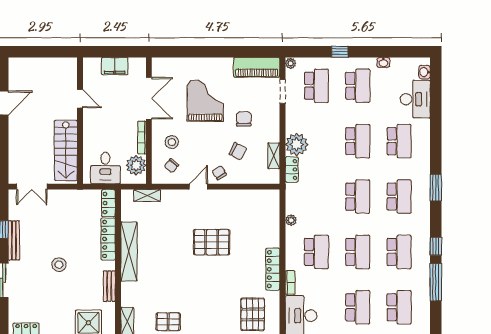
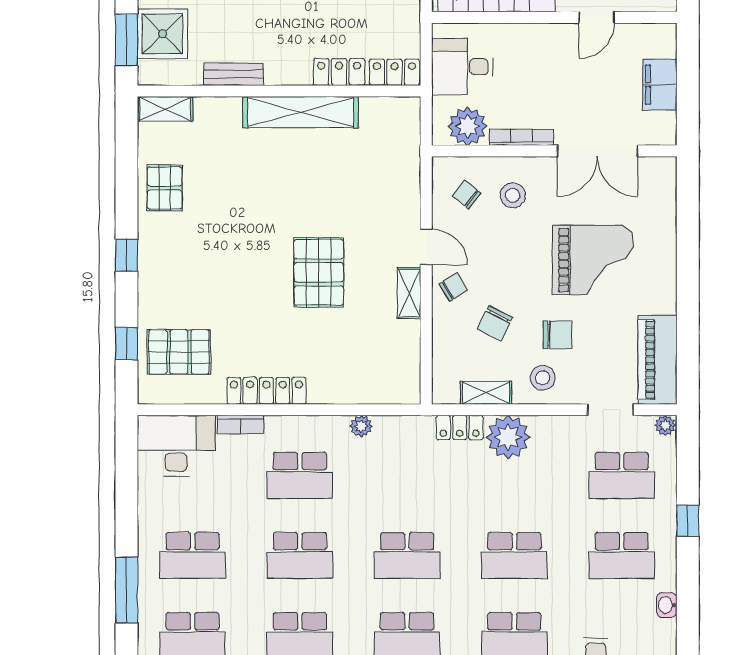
stool: (266, 127) -> (543, 378), added
shelving: (147, 195) -> (409, 293), moved
locker: (108, 239) -> (339, 72), width x0.66

